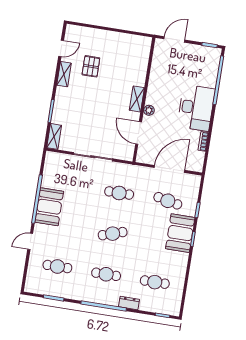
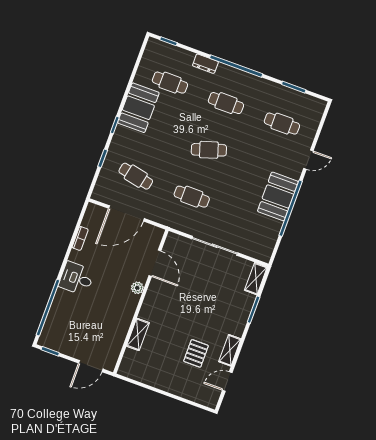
shelving: (137, 99) -> (138, 334), moved
desk: (196, 108) -> (77, 278), width x0.53, depth x0.77
booth: (180, 233) -> (138, 108), moved

